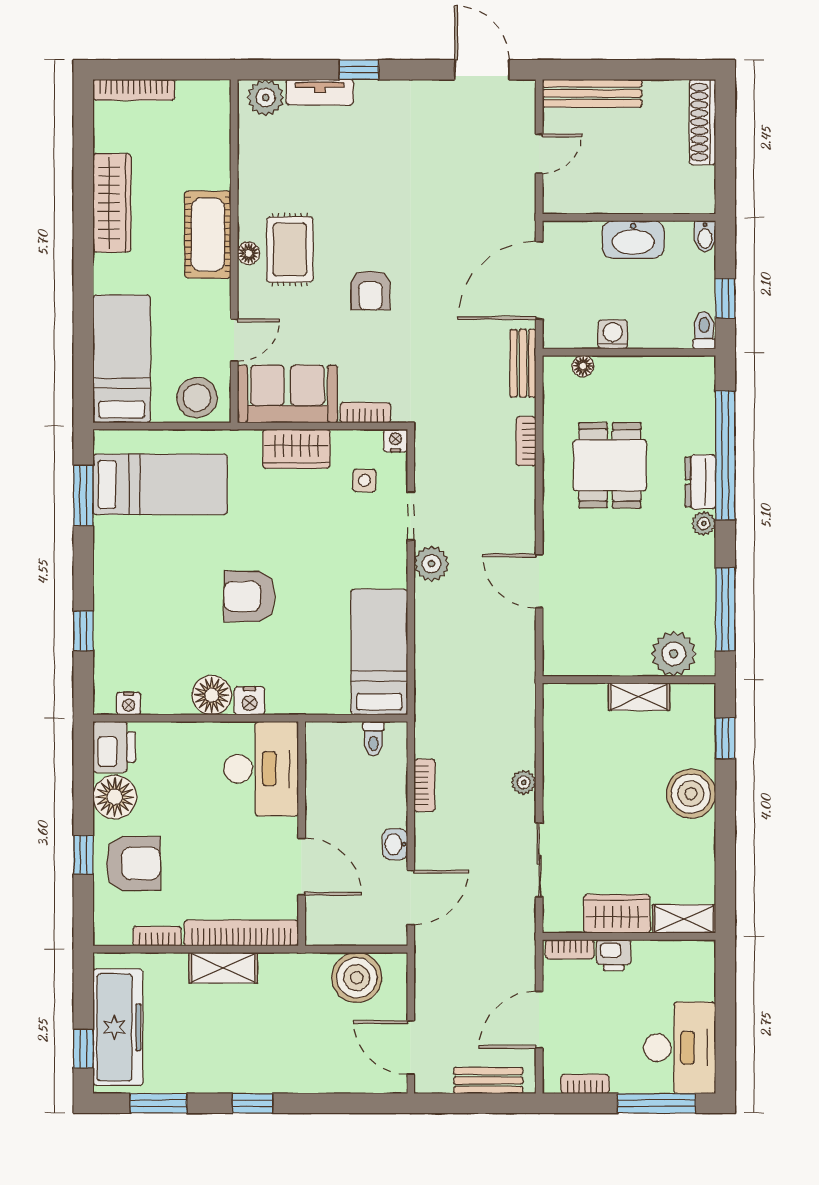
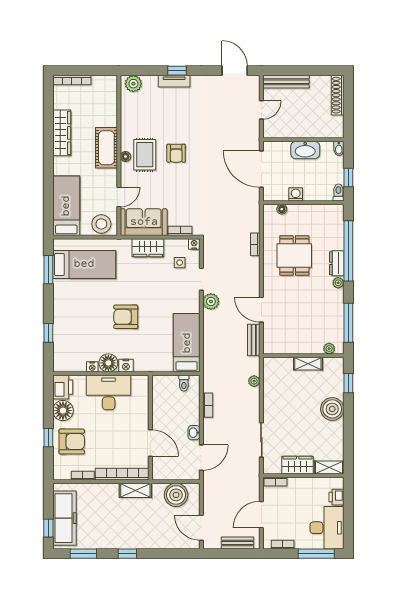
tv unit: (320, 92) -> (174, 81), moved
door: (539, 280) -> (261, 169), hinge flipped
armchair: (370, 290) -> (176, 153), moved
bench: (523, 363) -> (254, 340), moved
plant: (674, 654) -> (329, 349), width x0.53, depth x0.53
nightstand: (129, 703) -> (92, 367), moved
desk: (261, 769) -> (109, 393), moved, turned -90
plant: (524, 782) -> (254, 381), moved
printer: (614, 955) -> (336, 497), moved, turned 90
shelving: (223, 968) -> (135, 490), moved

